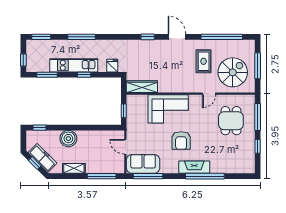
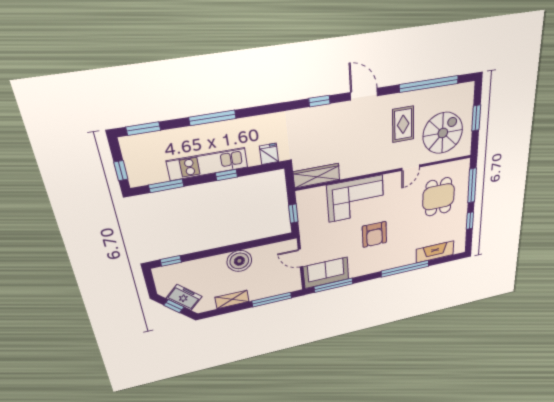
window: (258, 66) -> (476, 118), width x0.69
boiler: (68, 139) -> (239, 261), moved
freezer: (43, 158) -> (184, 297), width x0.71
fireplace: (194, 167) -> (435, 252), moved

